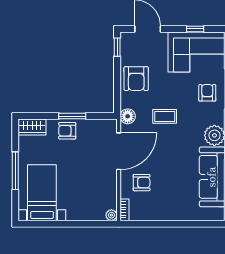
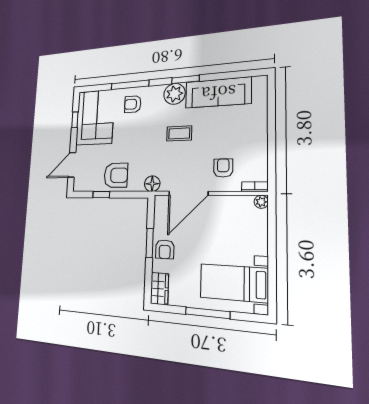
window: (117, 47) -> (101, 195), moved
coffee table: (165, 116) -> (179, 133), moved, turned 90
door: (119, 151) -> (188, 193), swing flipped

